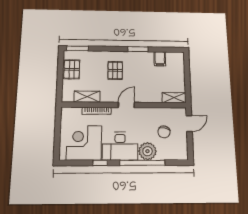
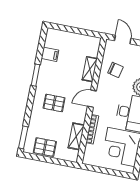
shelving: (174, 98) -> (90, 69), moved
door: (126, 105) -> (92, 99), hinge flipped
chair: (164, 132) -> (115, 70), moved

